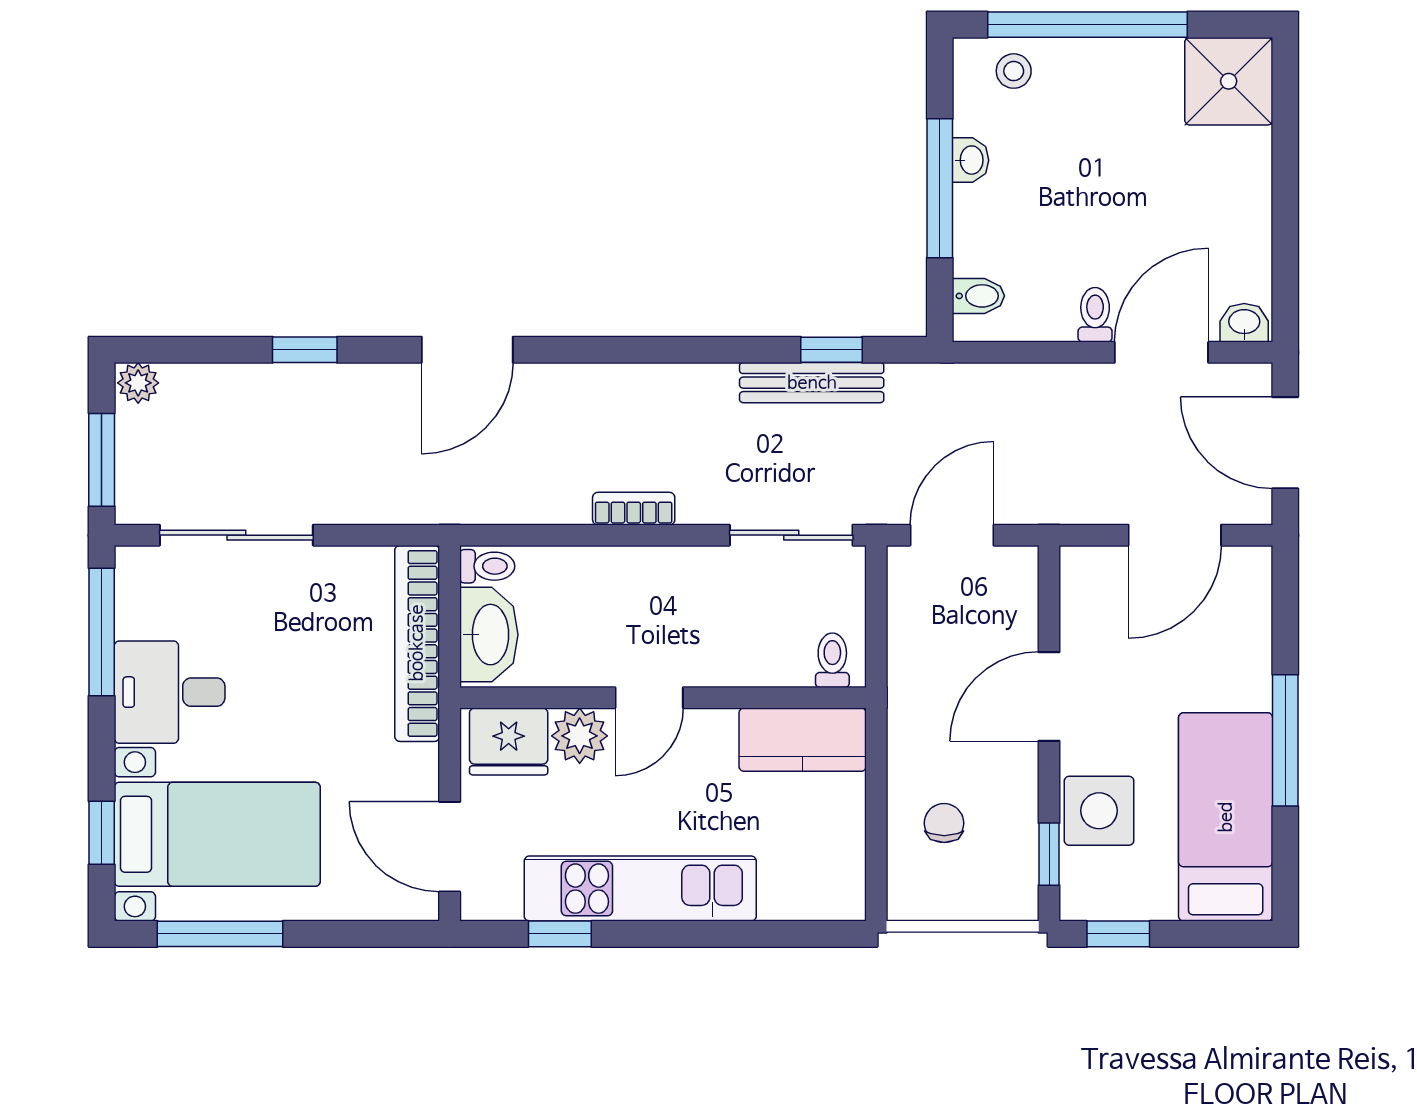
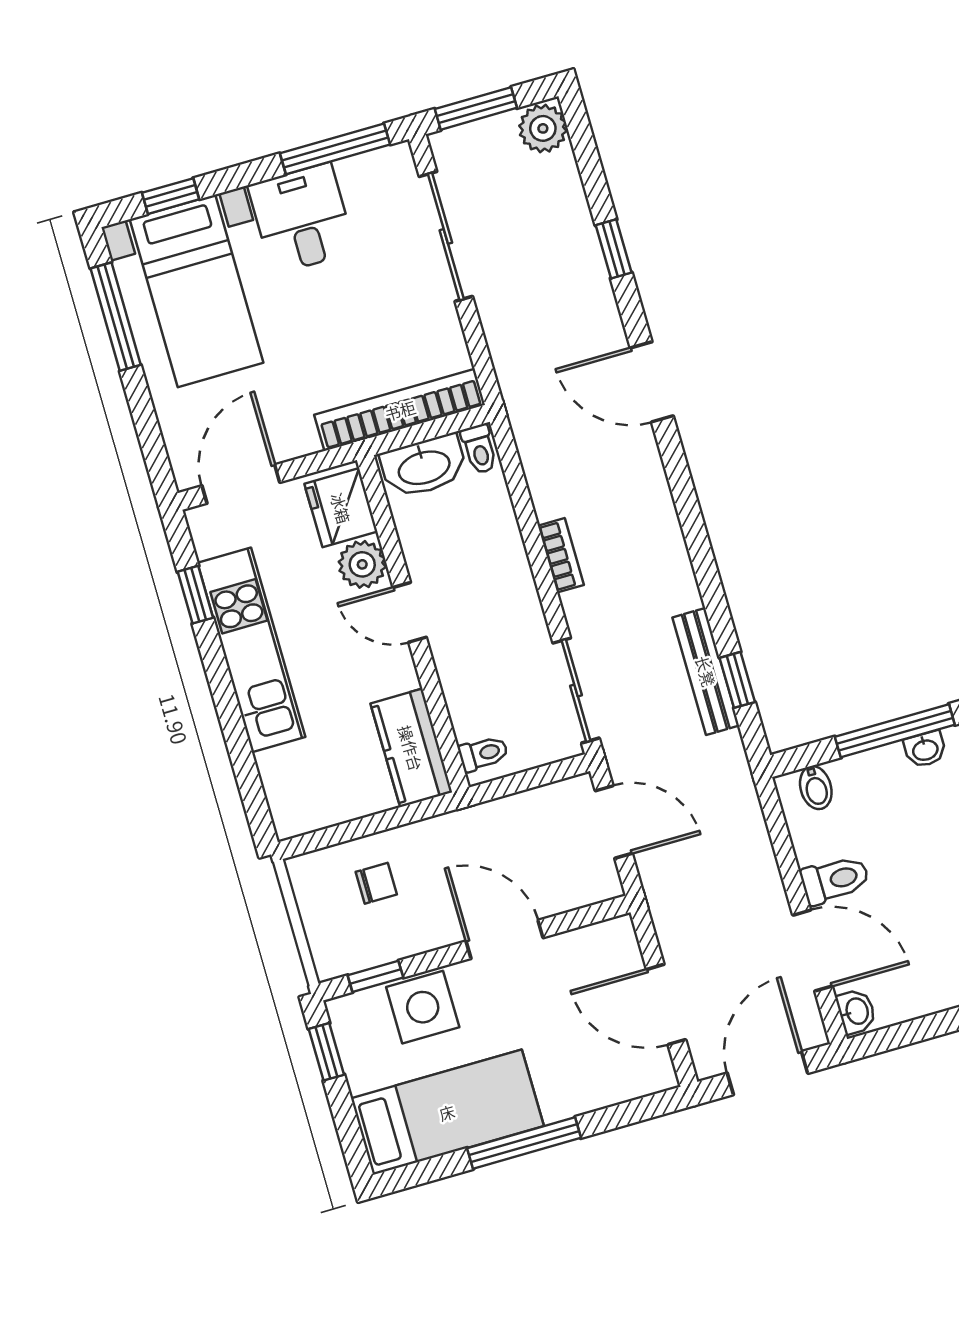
toilet: (1095, 315) -> (835, 880), width x1.37, depth x1.39
plant: (138, 383) -> (543, 128), width x1.38, depth x1.38

